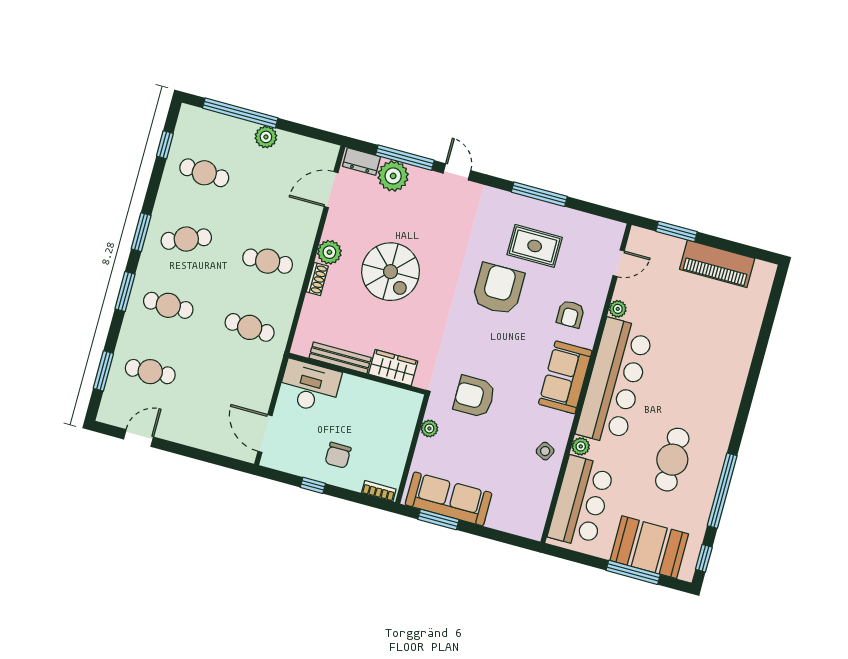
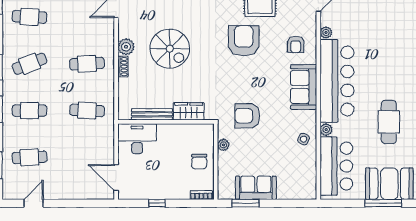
chair: (338, 455) -> (199, 162), moved
sofa: (449, 499) -> (256, 188), width x0.73

